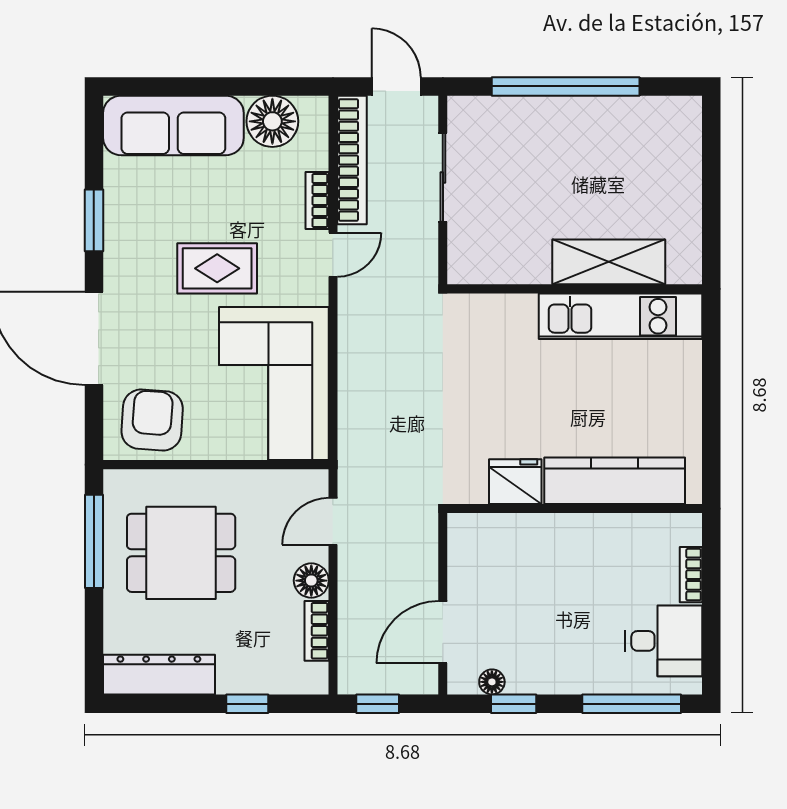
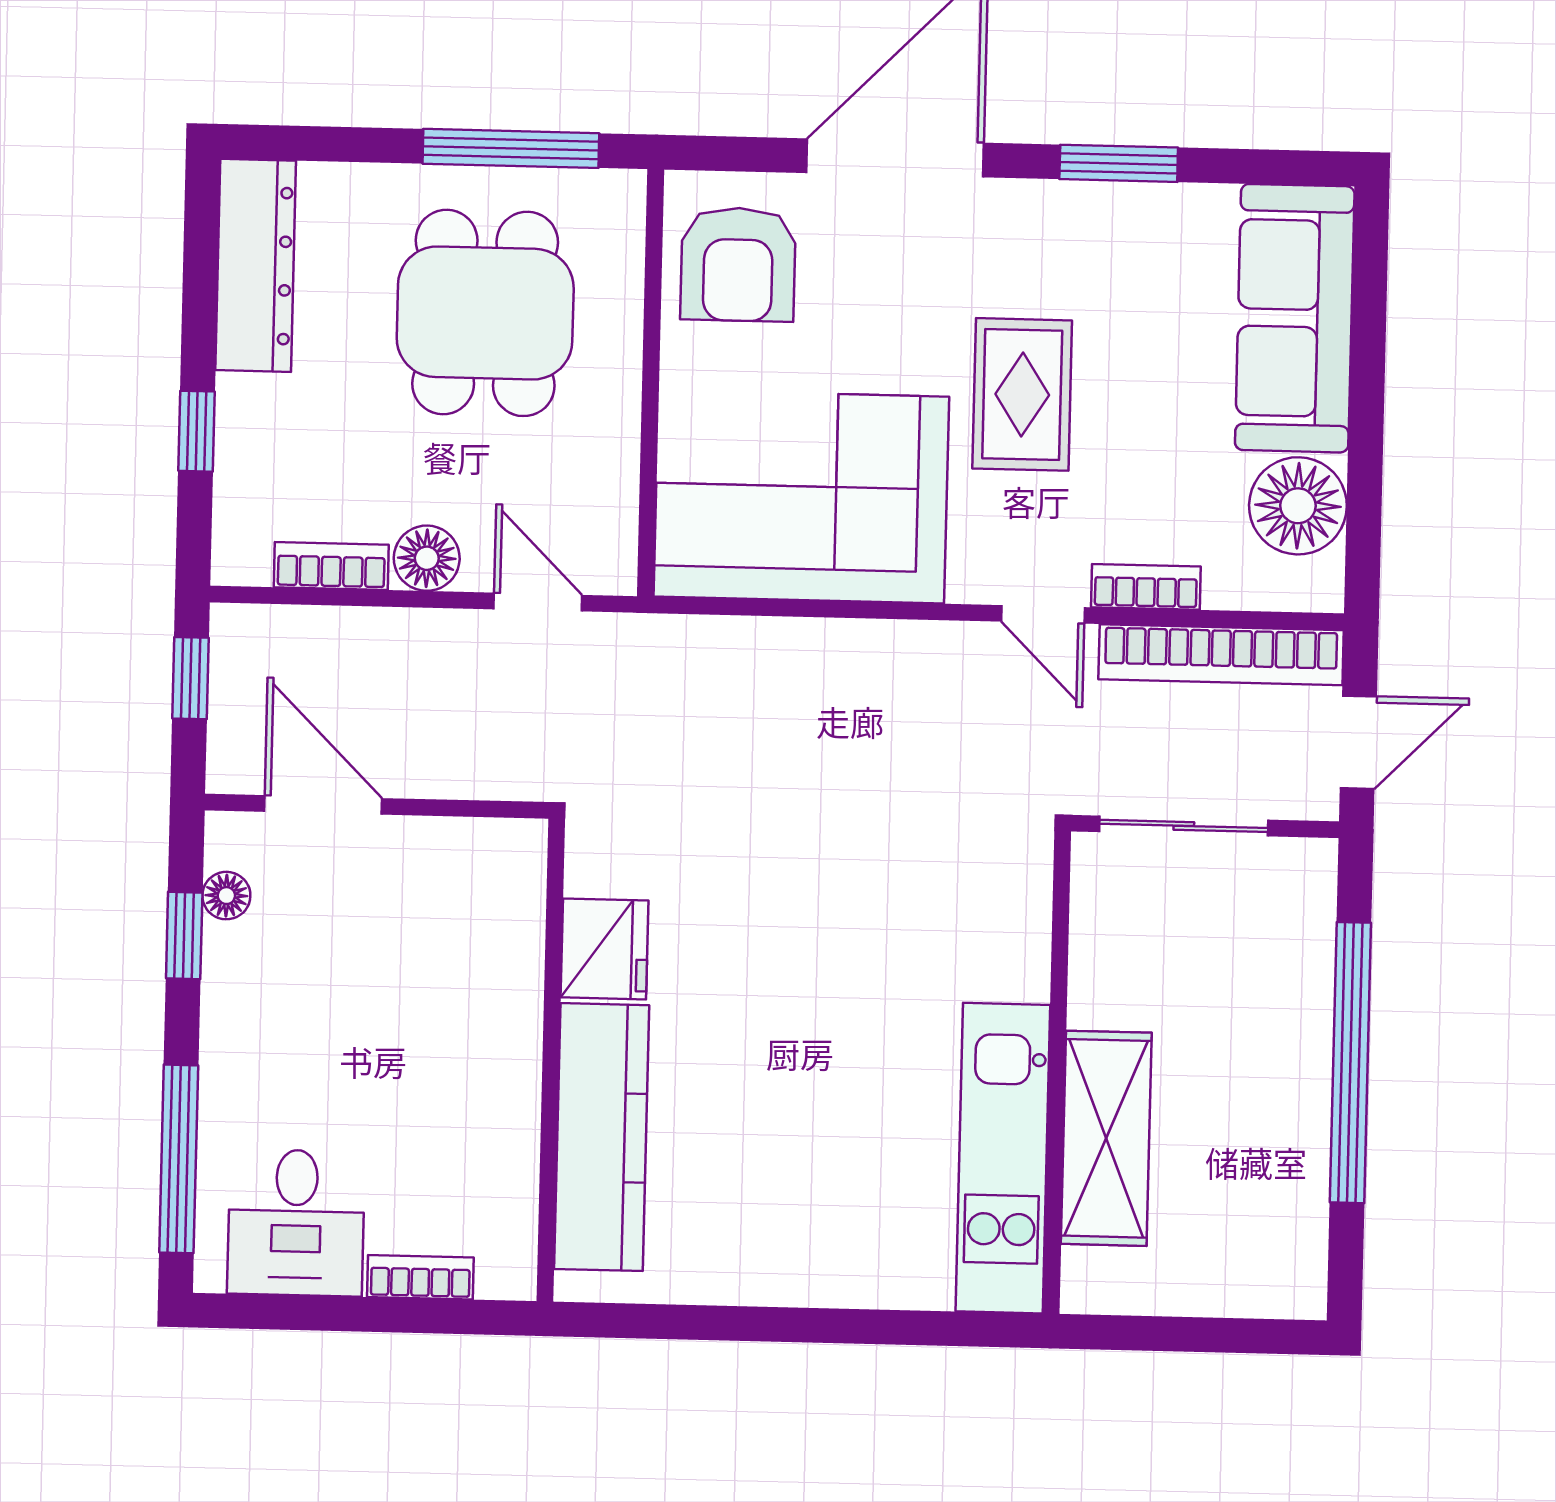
shelving: (609, 262) -> (1106, 1138), moved
wall: (575, 289) -> (1057, 1073), moved
kitchen unit: (621, 316) -> (1003, 1158), moved
armchair: (152, 420) -> (738, 264), turned 86

